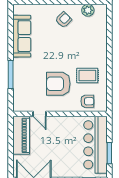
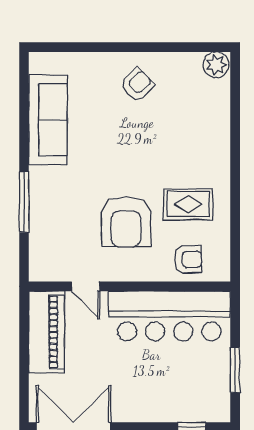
plant: (88, 10) -> (216, 65), moved
armchair: (58, 84) -> (126, 222), turned -90
bar counter: (95, 145) -> (169, 316), moved, turned -90

